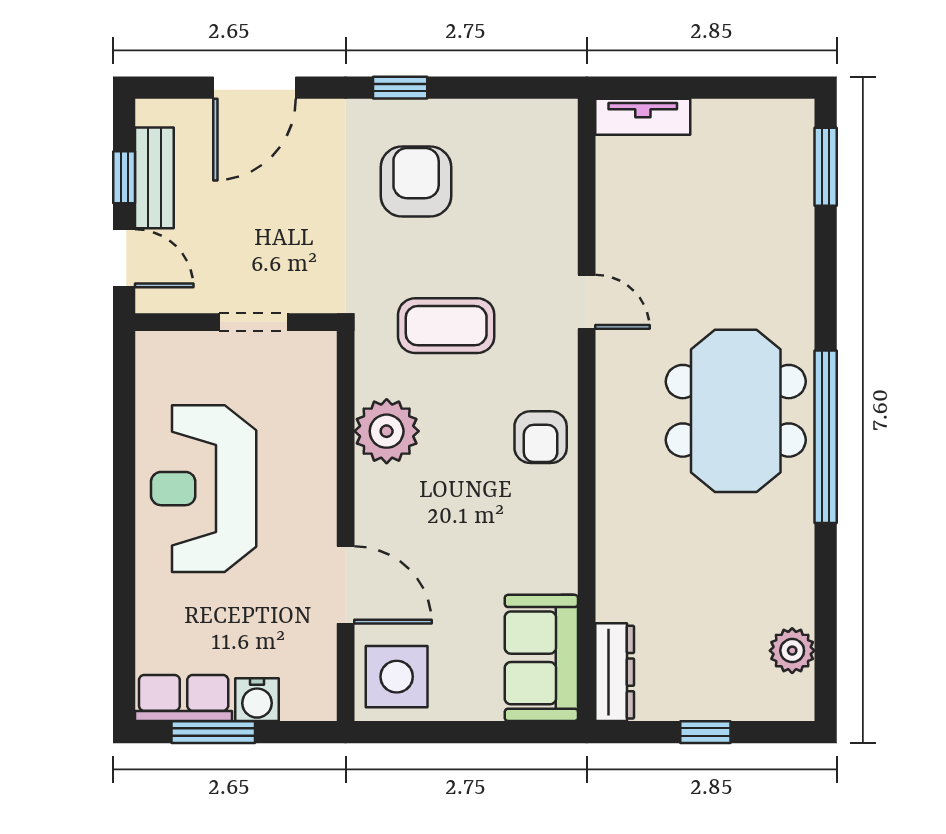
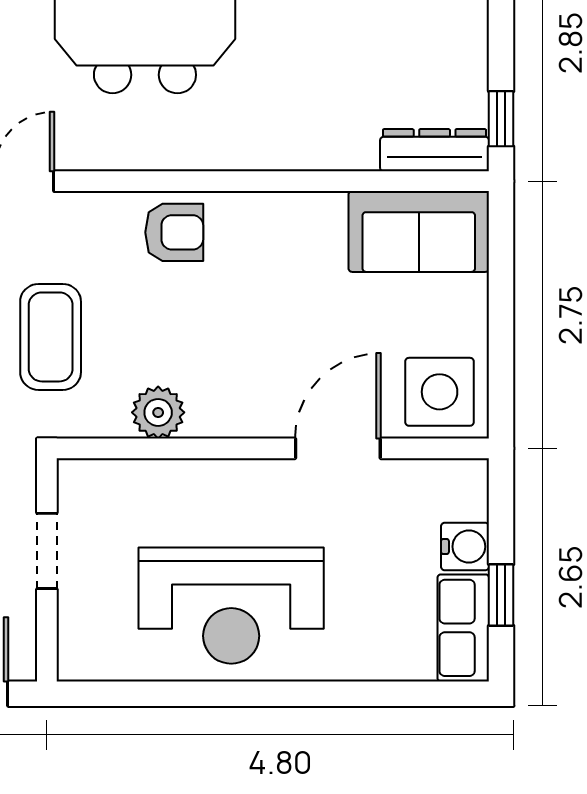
plant: (387, 431) -> (158, 412), width x0.73, depth x0.73
window: (213, 732) -> (501, 595), width x0.67
window: (705, 732) -> (501, 119), moved

